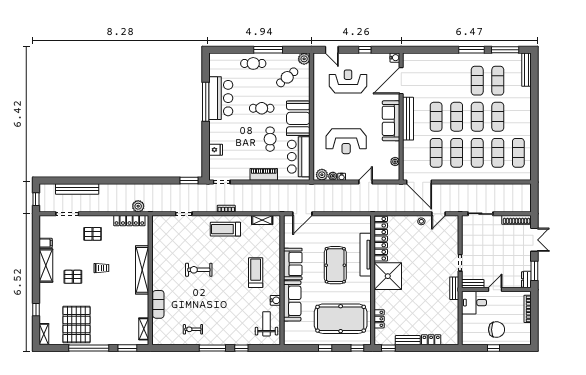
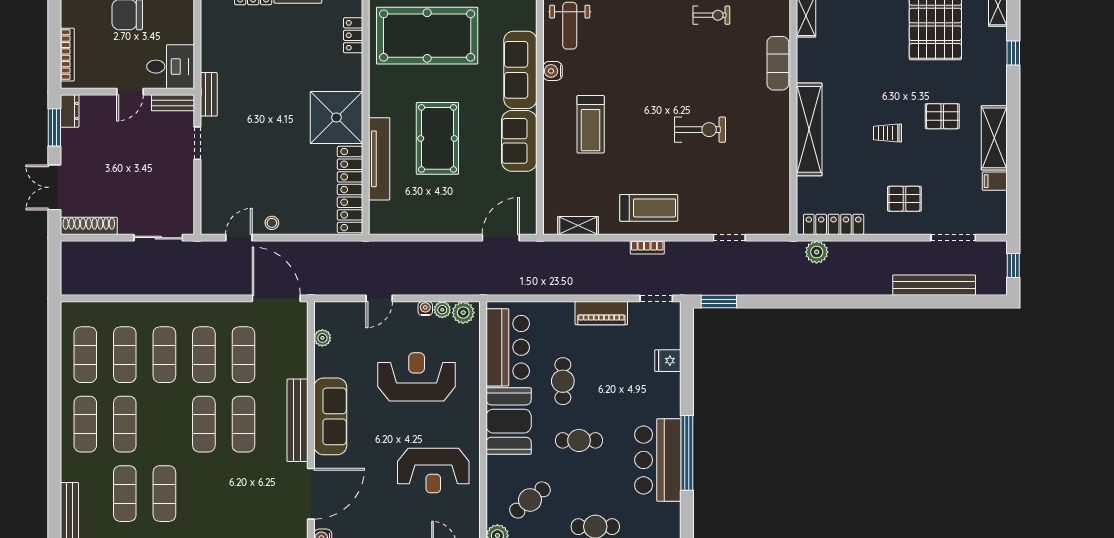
reception desk: (348, 81) -> (433, 470), moved
exercise mat: (477, 117) -> (85, 424), moved
piano: (264, 174) -> (601, 313), moved

